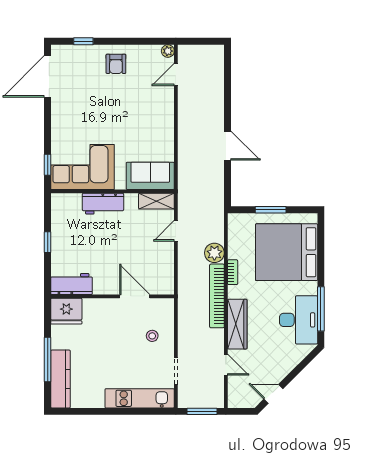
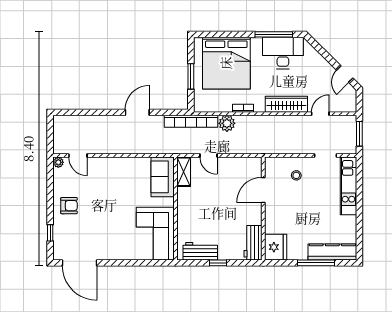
window: (48, 165) -> (153, 263), removed
workbench: (103, 204) -> (200, 251), moved, turned -90
bookcase: (217, 296) -> (191, 121), moved

